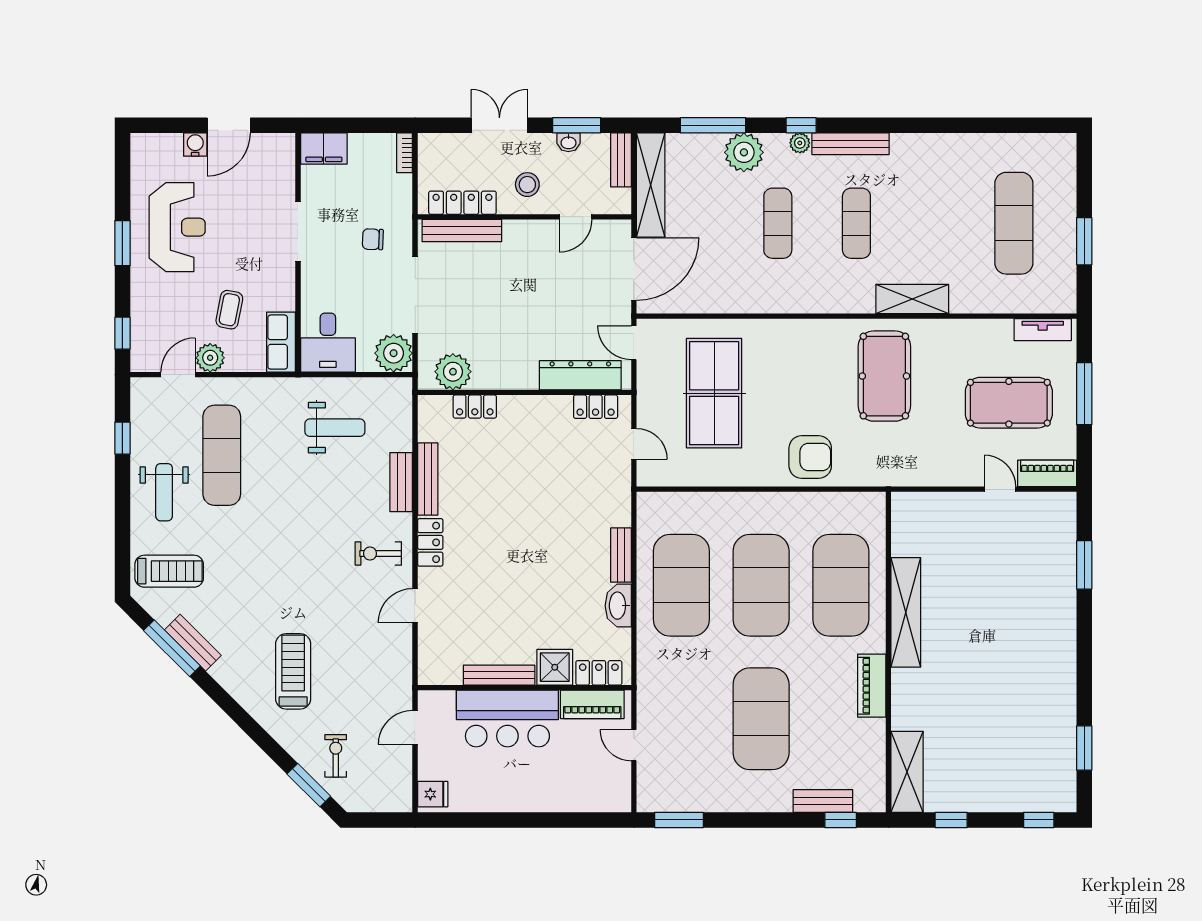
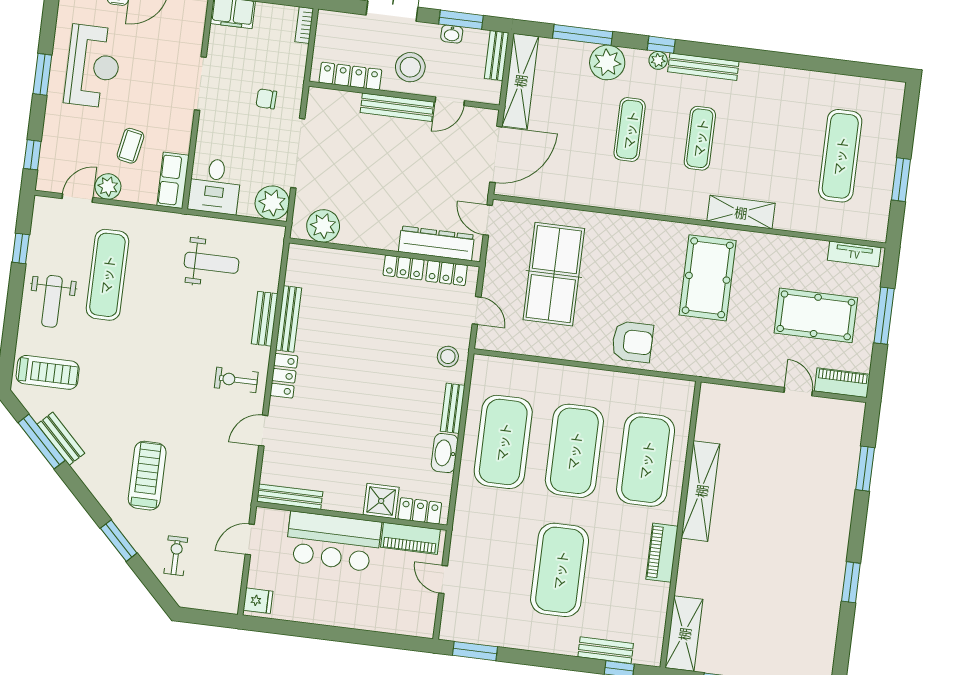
stool: (527, 185) -> (410, 67), width x1.38, depth x1.38
bench: (462, 231) -> (397, 107), moved
locker: (475, 407) -> (404, 267), moved
stool: (609, 499) -> (448, 357), added
bench: (499, 675) -> (290, 497), moved
window: (1084, 748) -> (851, 582), moved
window: (309, 785) -> (119, 541), moved

